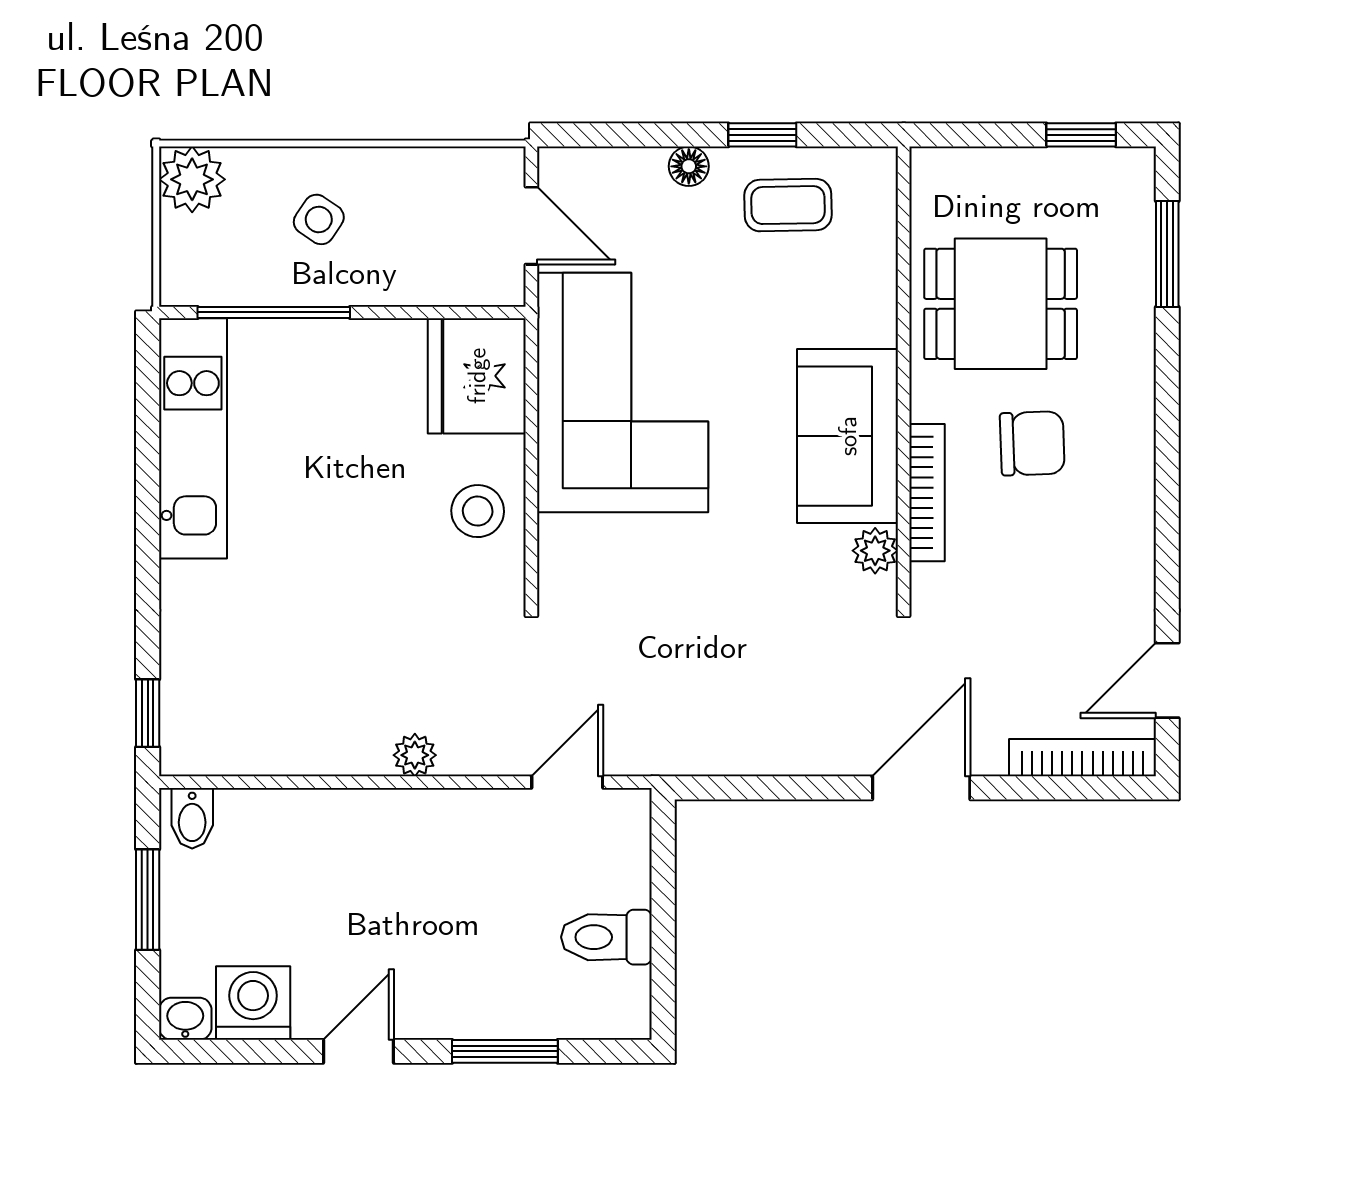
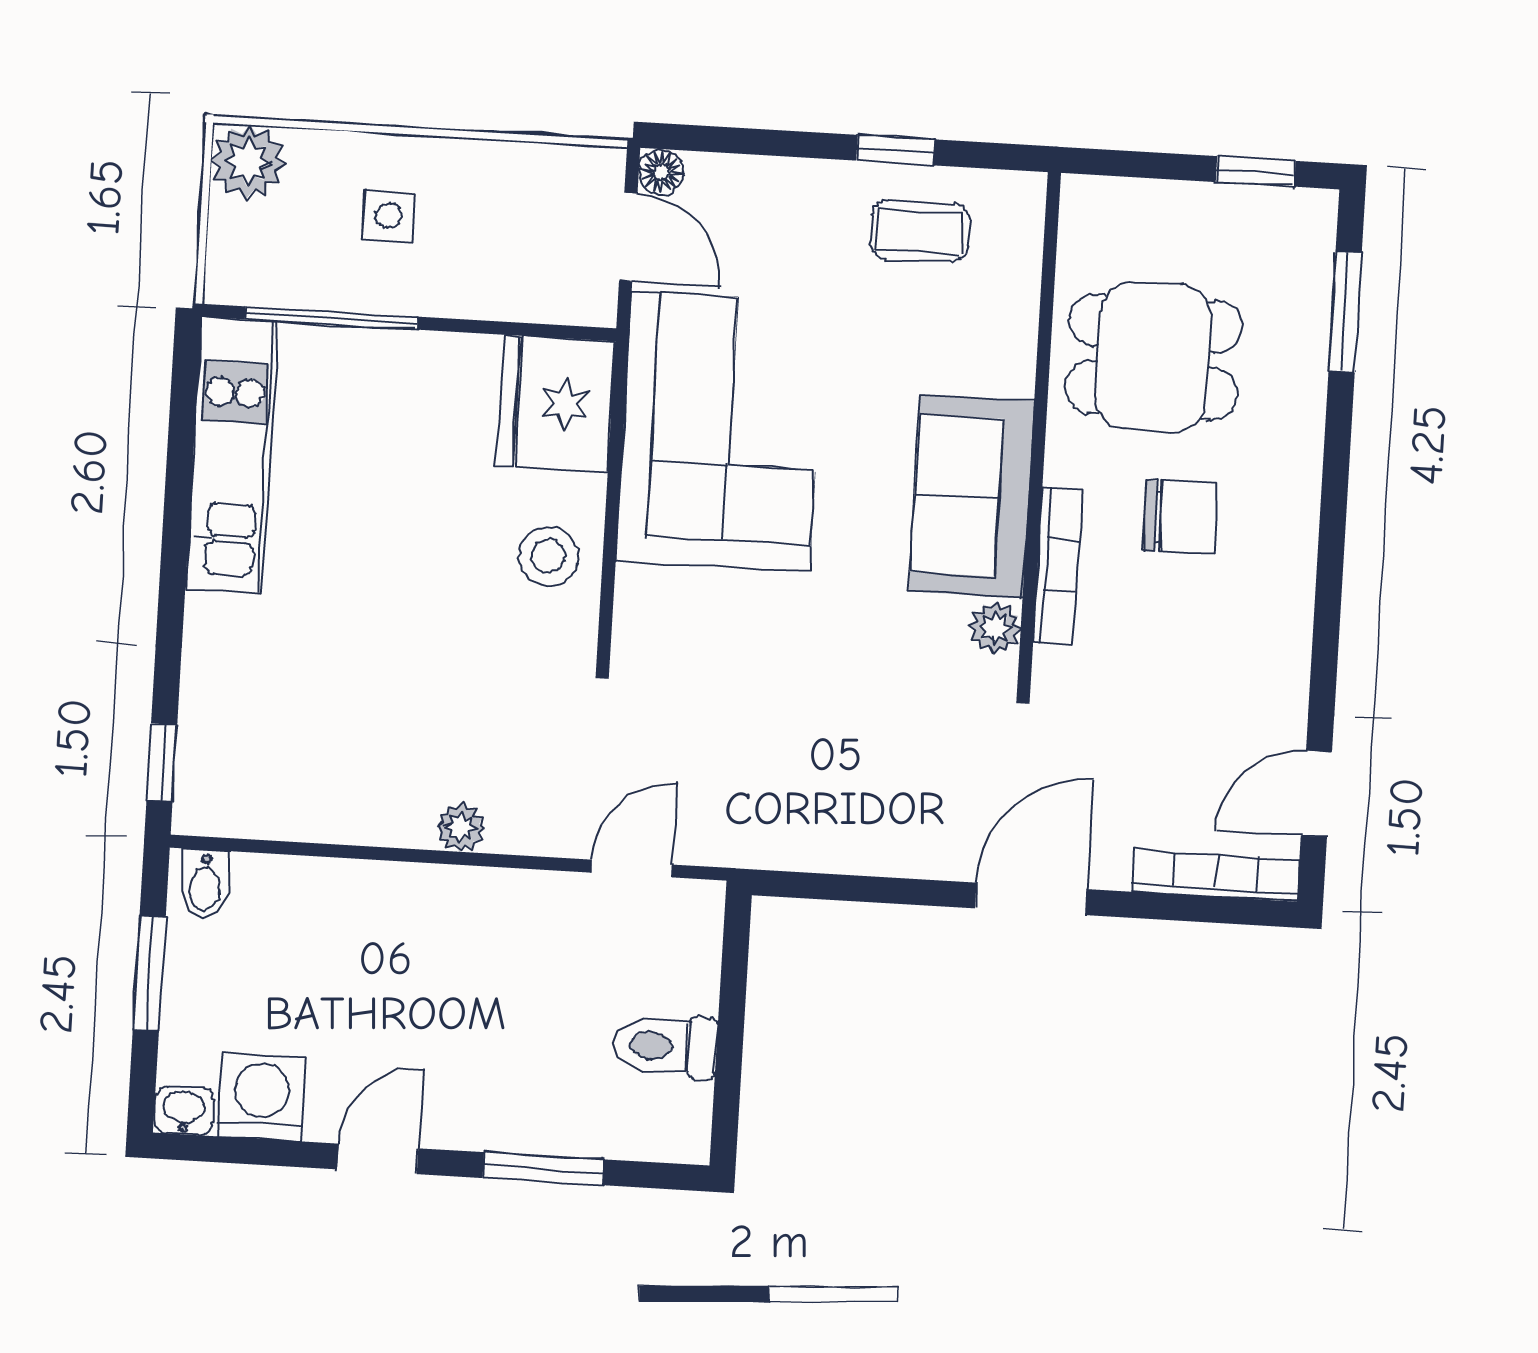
floor lamp: (689, 166) -> (661, 172), moved
side table: (319, 219) -> (388, 216), turned -34

